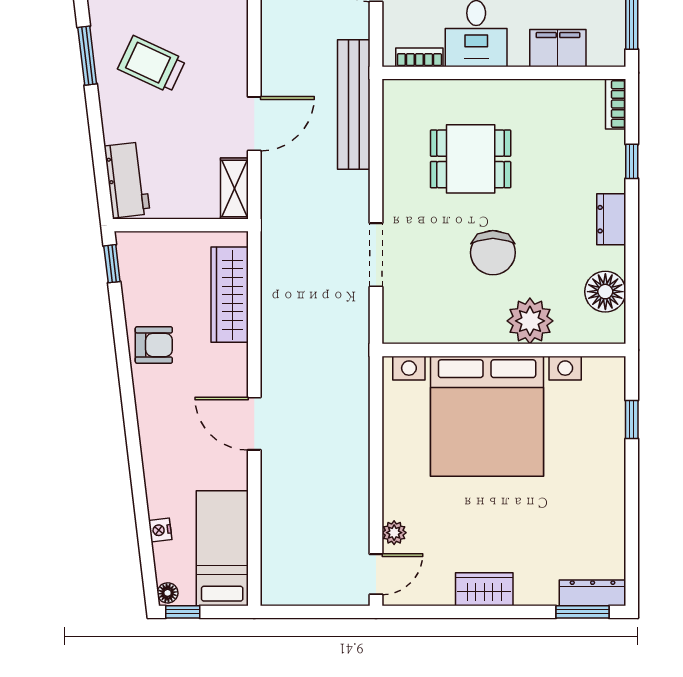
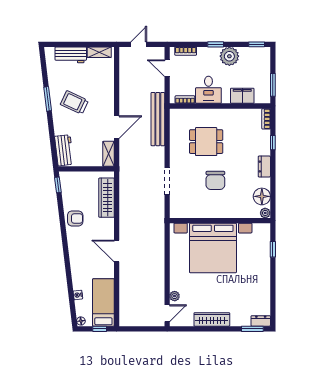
plant: (530, 321) -> (265, 213), moved, width x0.53, depth x0.53
wardrobe: (484, 589) -> (212, 319), width x1.50
dresser: (593, 593) -> (261, 321), width x0.70
window: (183, 612) -> (100, 329), moved

